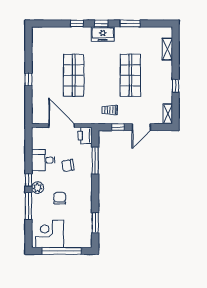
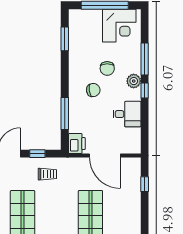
window: (28, 79) -> (145, 184), moved
chair: (68, 165) -> (93, 90), moved

